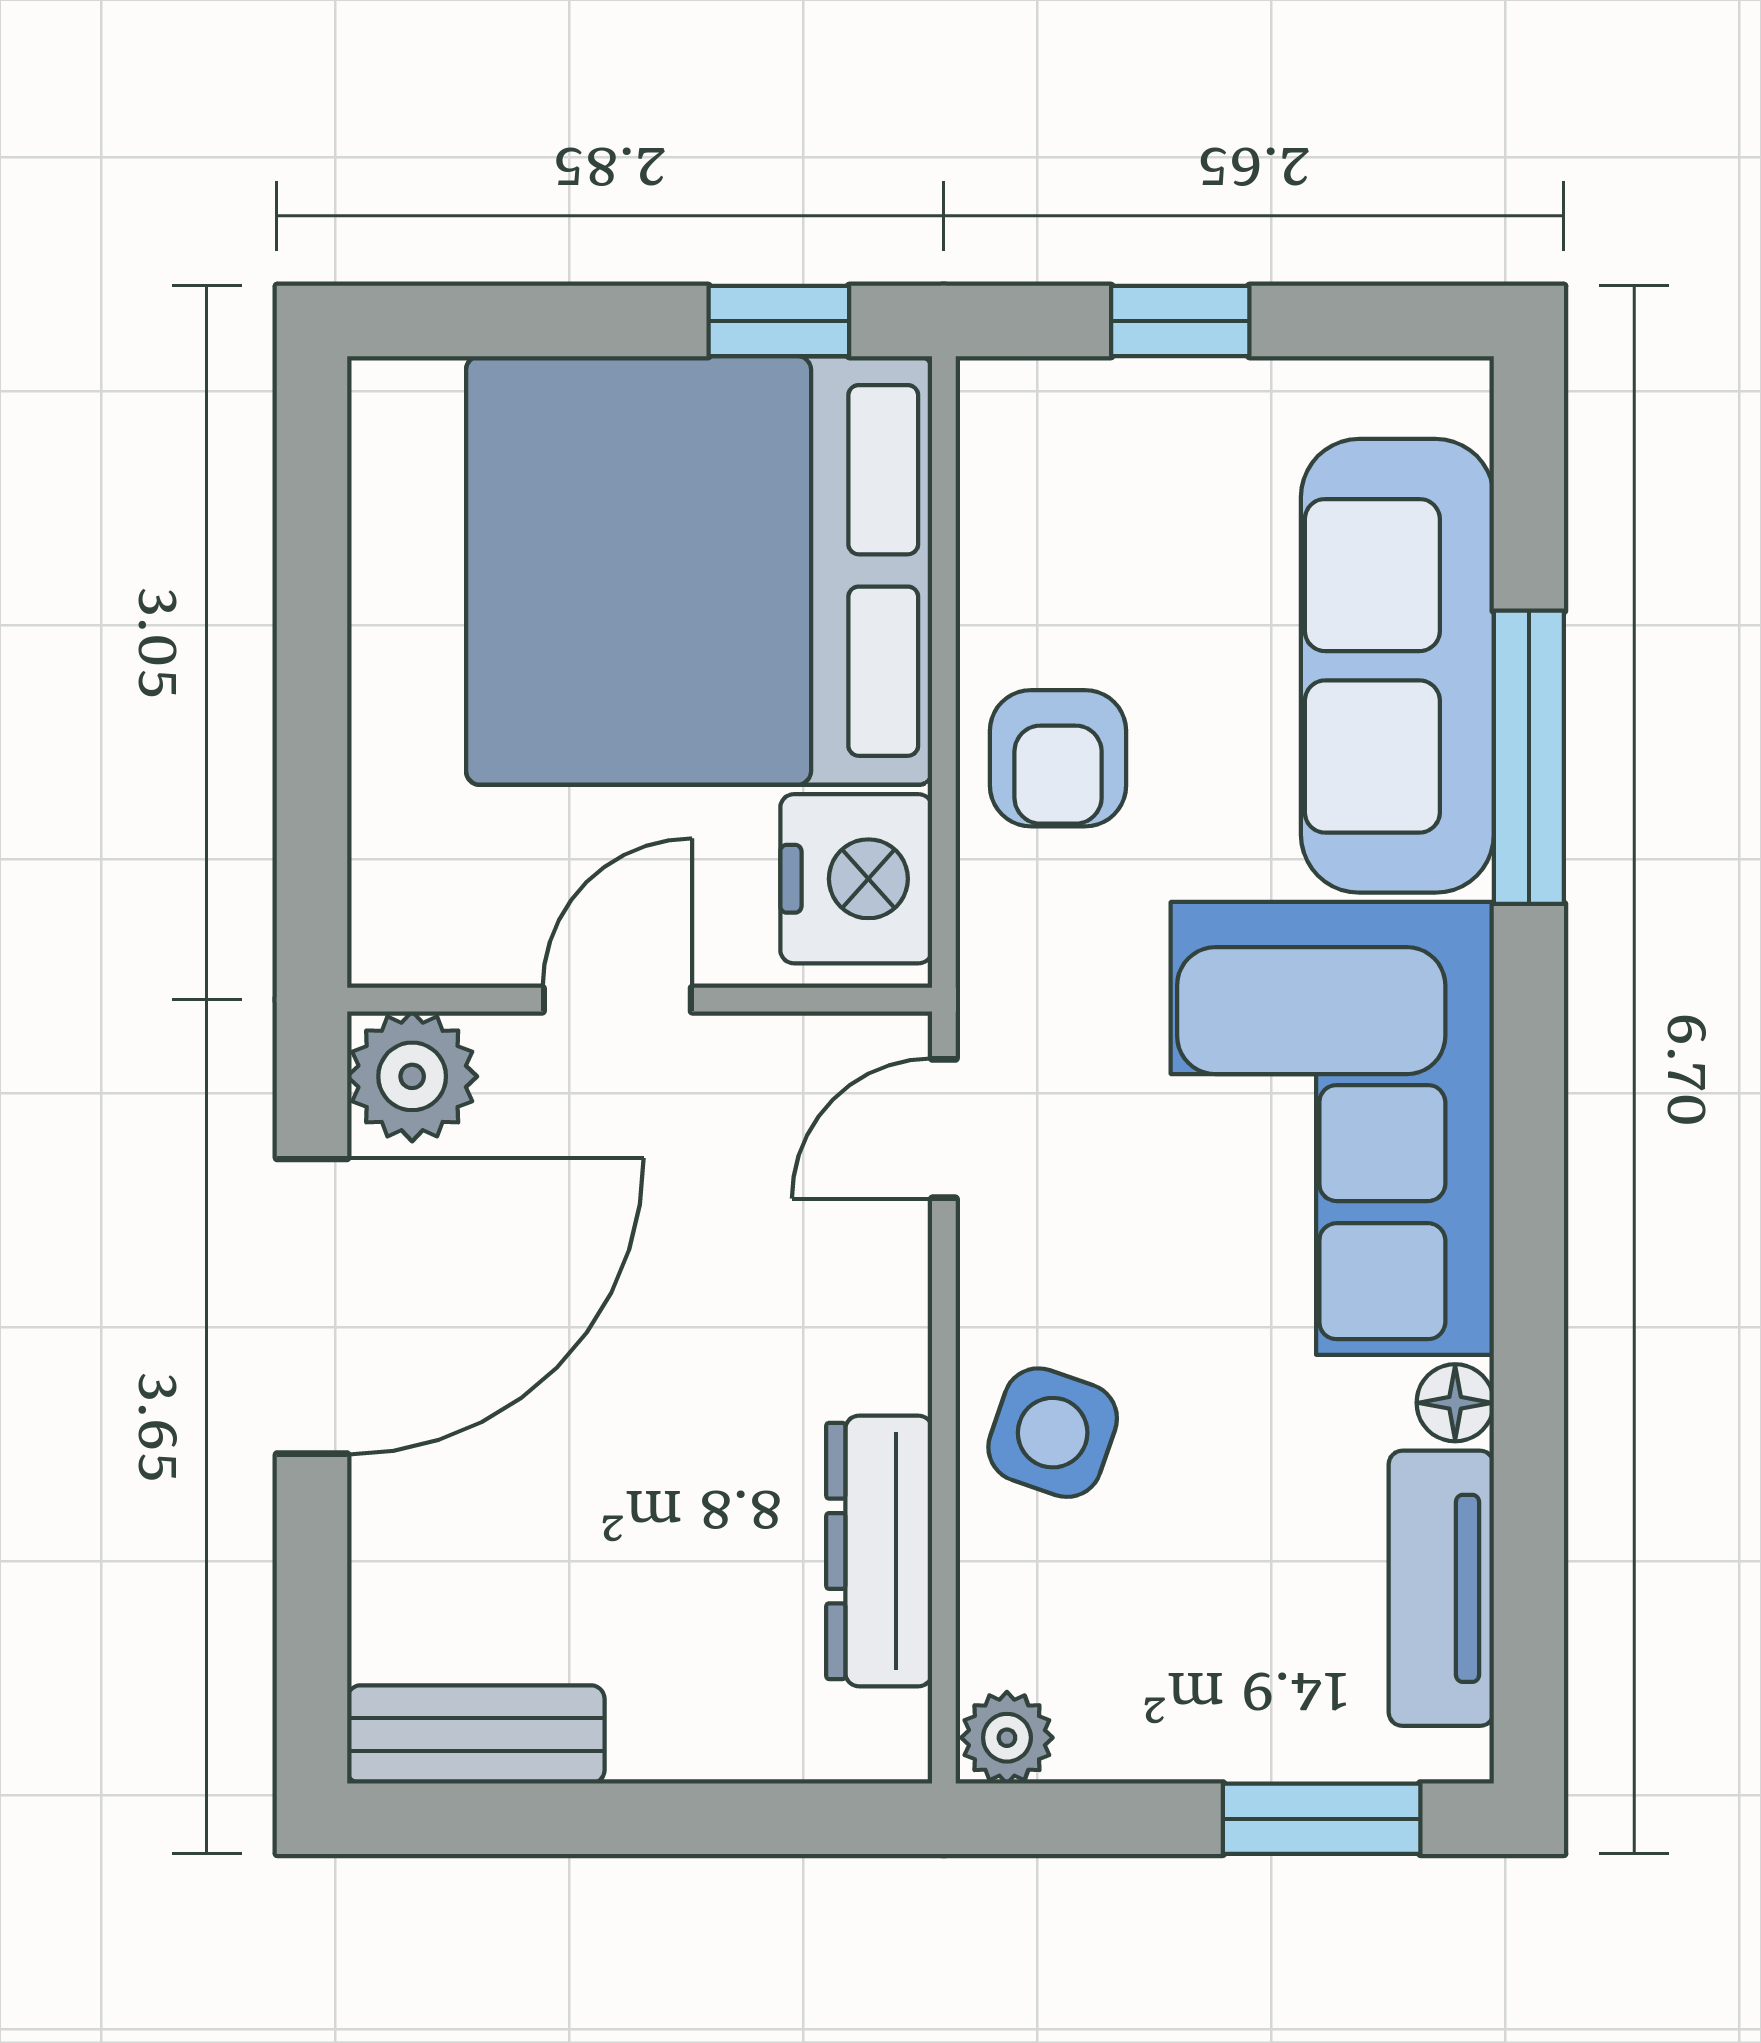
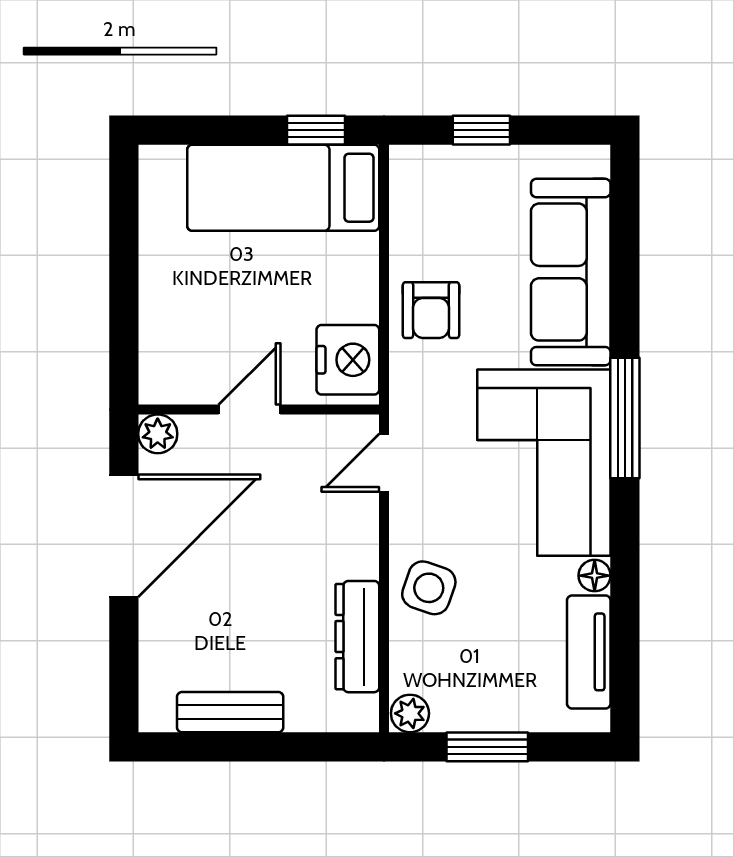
bed: (699, 570) -> (283, 188), width x0.49
window: (1529, 757) -> (625, 418), moved
plant: (412, 1076) -> (158, 434), width x0.73, depth x0.73
bench: (476, 1734) -> (230, 712), moved
window: (1322, 1819) -> (487, 747), moved

